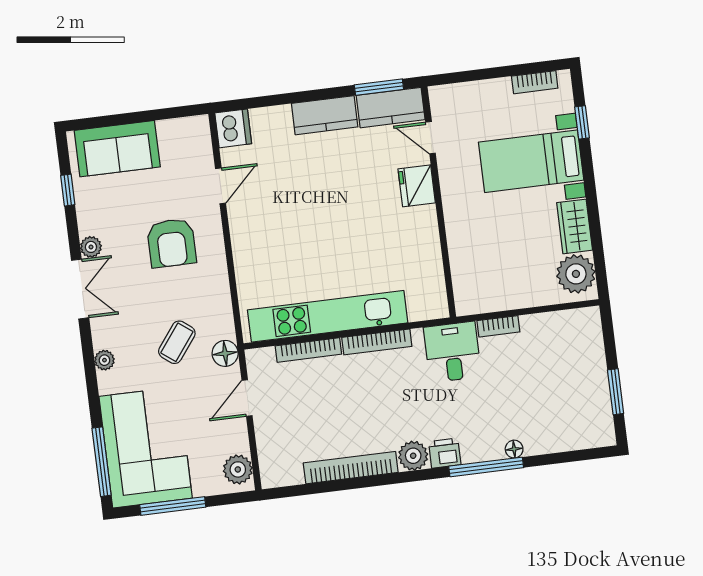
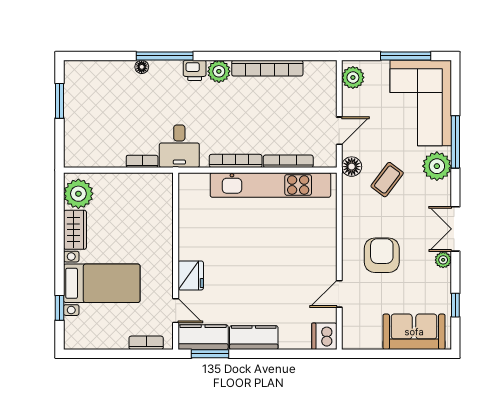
bookcase: (535, 82) -> (146, 343), moved
plant: (104, 360) -> (437, 166), width x1.88, depth x1.88
window: (102, 462) -> (455, 142), moved

